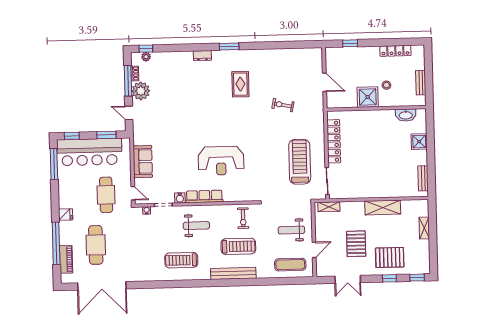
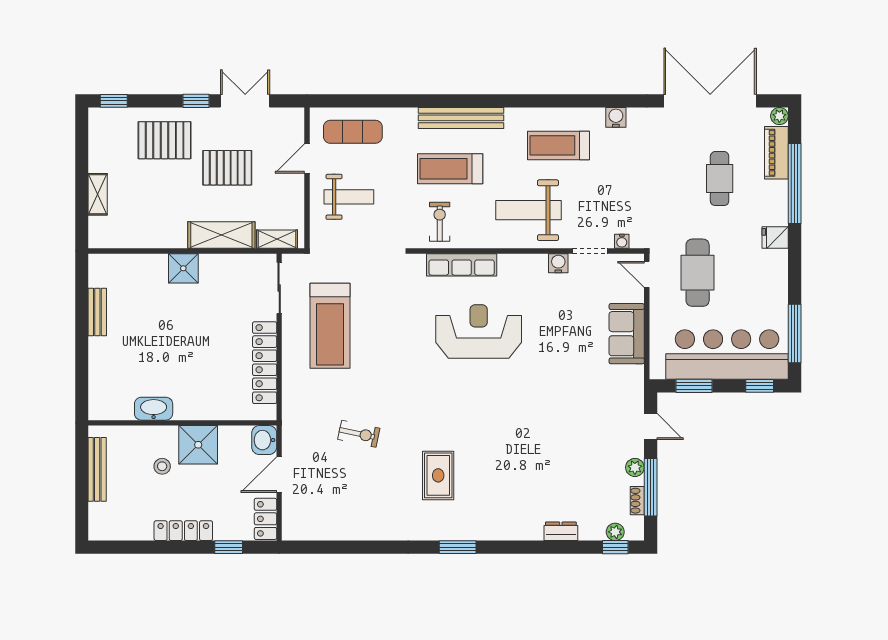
locker: (395, 51) -> (183, 531), moved
dresser: (202, 56) -> (561, 531), moved
locker: (331, 59) -> (265, 519), added
door: (324, 82) -> (279, 475), hinge flipped
bench: (421, 83) -> (97, 469), width x1.36
plant: (141, 91) -> (635, 467), width x0.53, depth x0.53
washbasin: (333, 100) -> (264, 440), added
washbasin: (406, 115) -> (154, 409), moved
shower: (419, 142) -> (183, 268), moved
bench: (423, 178) -> (97, 312), moved
row of seats: (204, 196) -> (462, 265), moved
shelving: (383, 208) -> (221, 235), moved
weight bench: (196, 226) -> (528, 210), width x1.36, depth x1.33
pallet: (356, 244) -> (227, 168), turned 90
cafe table: (96, 245) -> (720, 179), width x0.73, depth x0.74
treadmill: (181, 260) -> (559, 145), turned 180
water cooler: (151, 276) -> (616, 117), added
window: (389, 278) -> (196, 101), moved
plant: (65, 279) -> (779, 116), added

